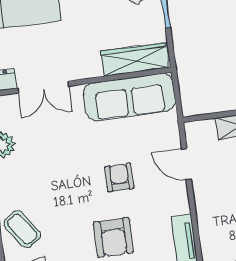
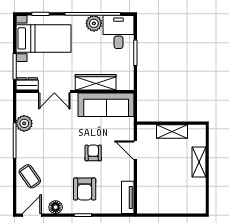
wardrobe: (135, 59) -> (96, 82), moved

